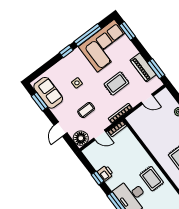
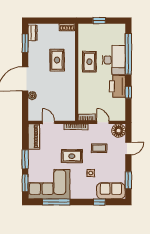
window: (66, 51) -> (99, 202), moved
piano: (143, 67) -> (34, 137), moved
window: (156, 69) -> (25, 159), moved
rug: (116, 83) -> (72, 156), moved
sofa: (48, 93) -> (111, 191), moved, turned 90
printer: (105, 173) -> (117, 86), width x1.87, depth x1.48

